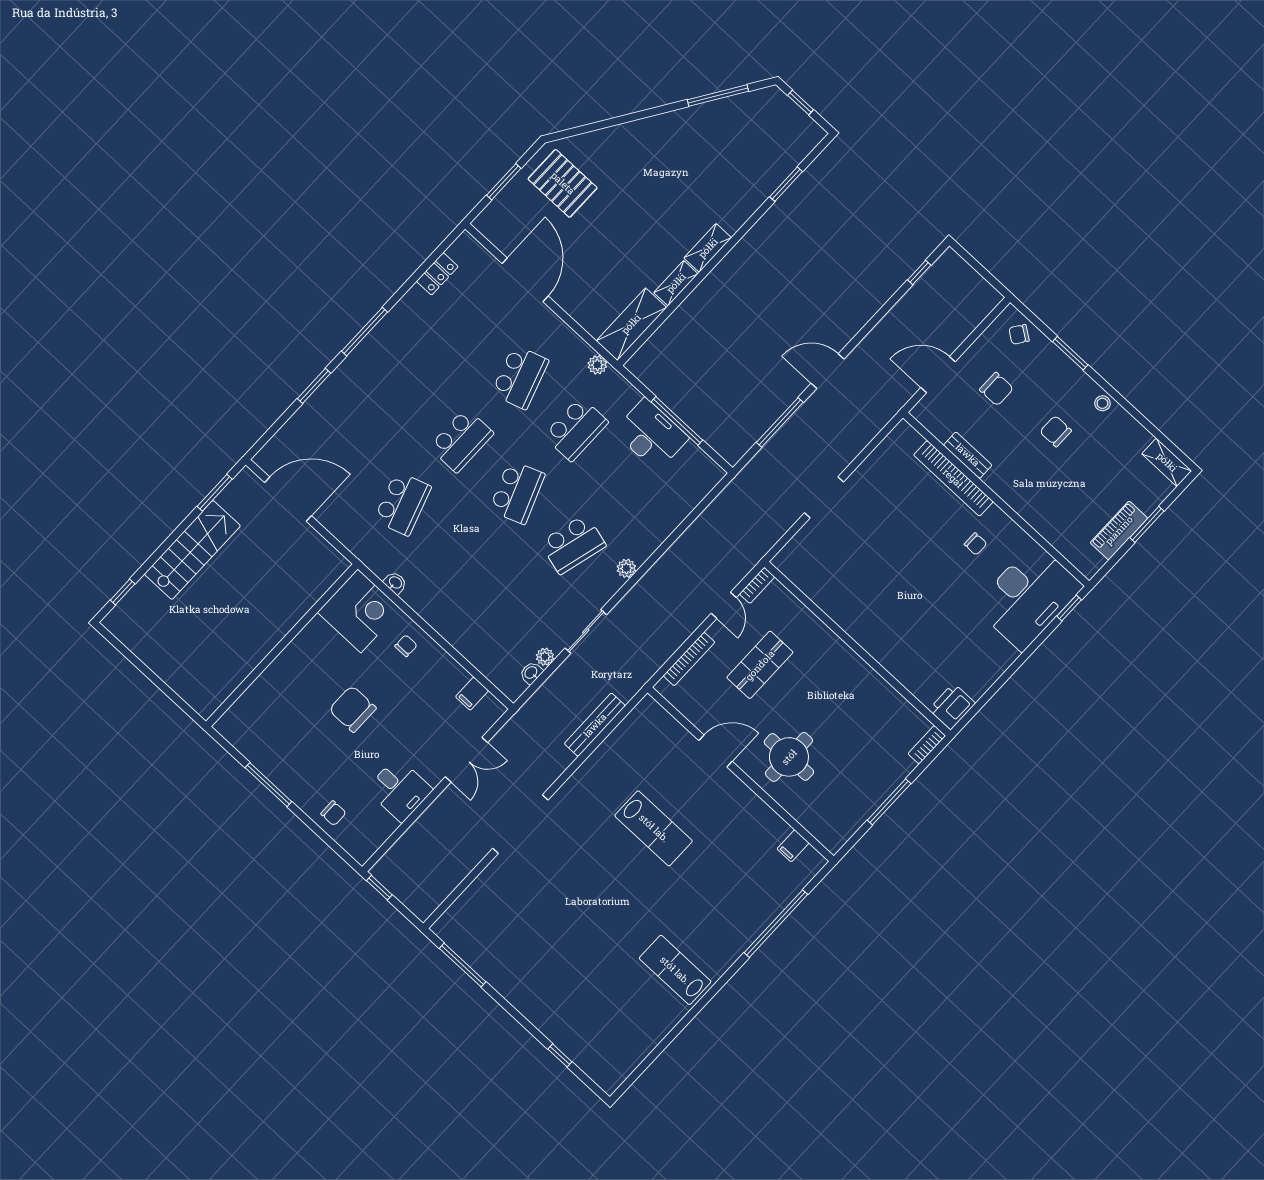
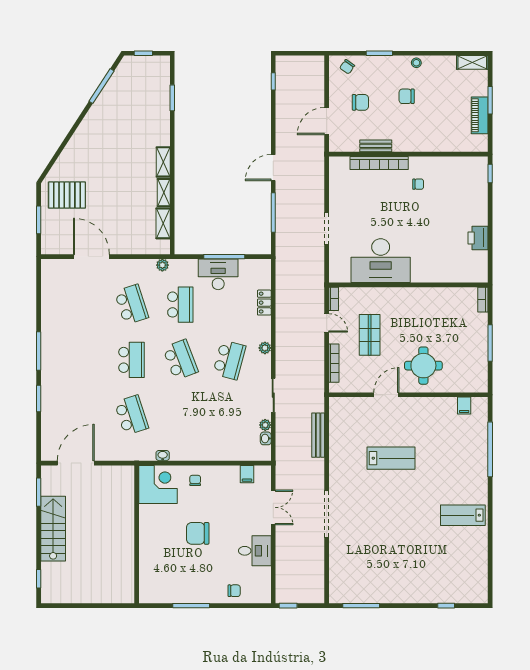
locker: (437, 274) -> (264, 303), moved, turned 180
shelving: (631, 324) -> (163, 223), width x0.67, depth x0.75
desk: (1028, 596) -> (381, 261), moved, turned 90
printer: (952, 706) -> (478, 238), moved

